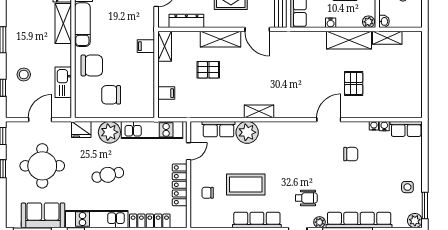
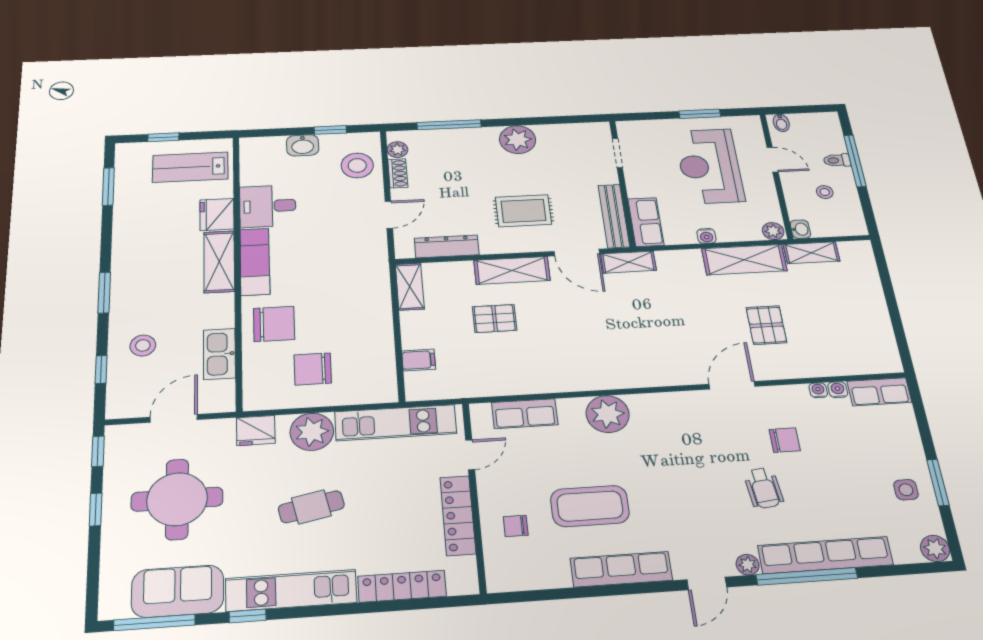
filing cabinet: (146, 46) -> (375, 288), removed
shelving: (259, 111) -> (628, 262), moved
plant: (247, 132) -> (608, 414), moved
wheelchair: (306, 198) -> (764, 488), moved, turned 83
window: (425, 206) -> (938, 482), moved

